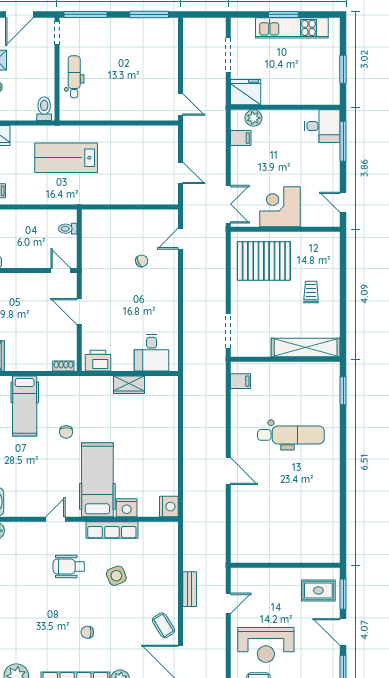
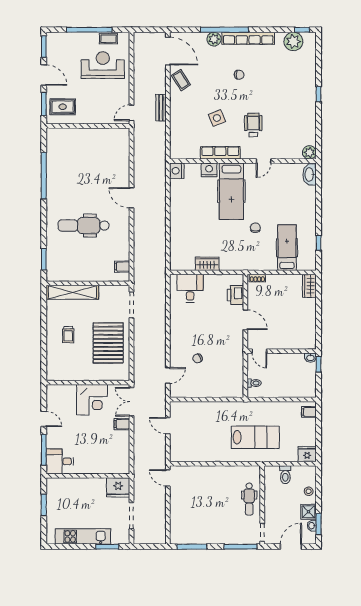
window: (283, 14) -> (107, 547), moved
toilet: (44, 109) -> (285, 475), moved
plant: (253, 118) -> (112, 468), removed
filing cabinet: (241, 138) -> (122, 424), moved
door: (343, 202) -> (44, 419), moved
pallet: (264, 261) -> (108, 343), moved, turned 90
printer: (98, 361) -> (235, 295), moved, turned 90
window: (343, 500) -> (44, 176), added
wheelchair: (69, 566) -> (253, 125), turned -90
door: (228, 603) -> (132, 113), moved

